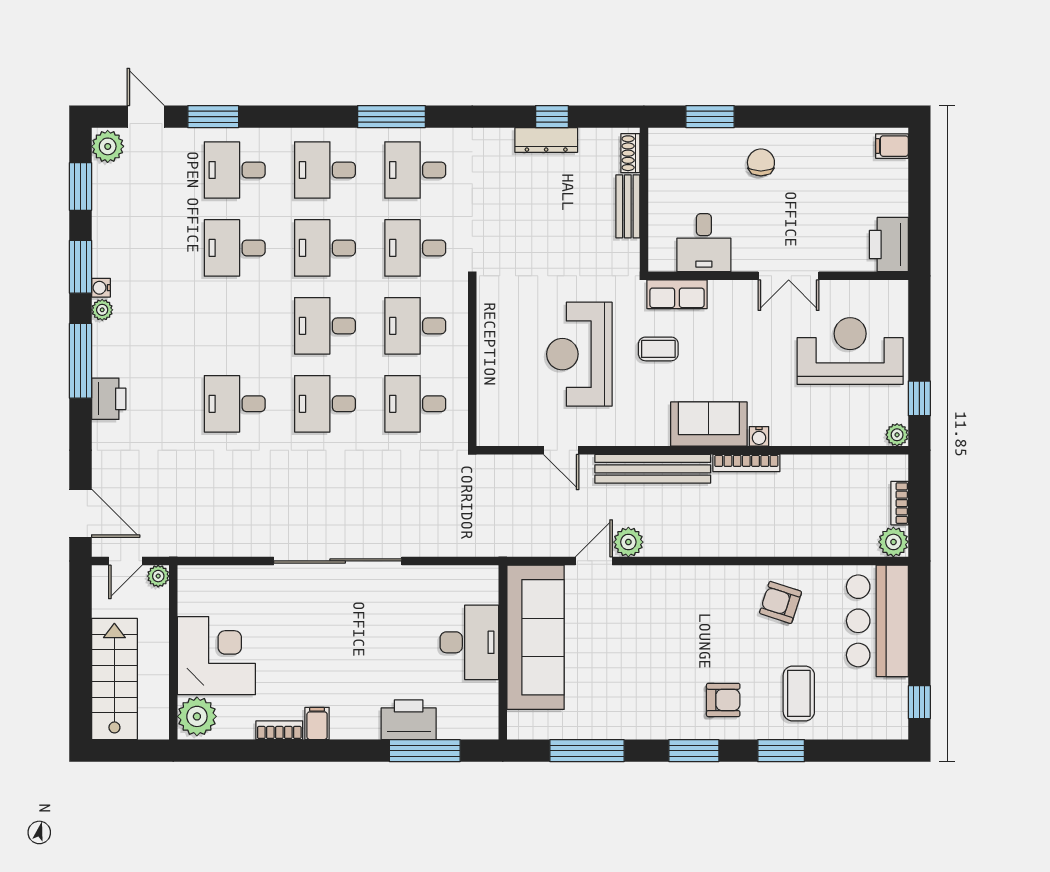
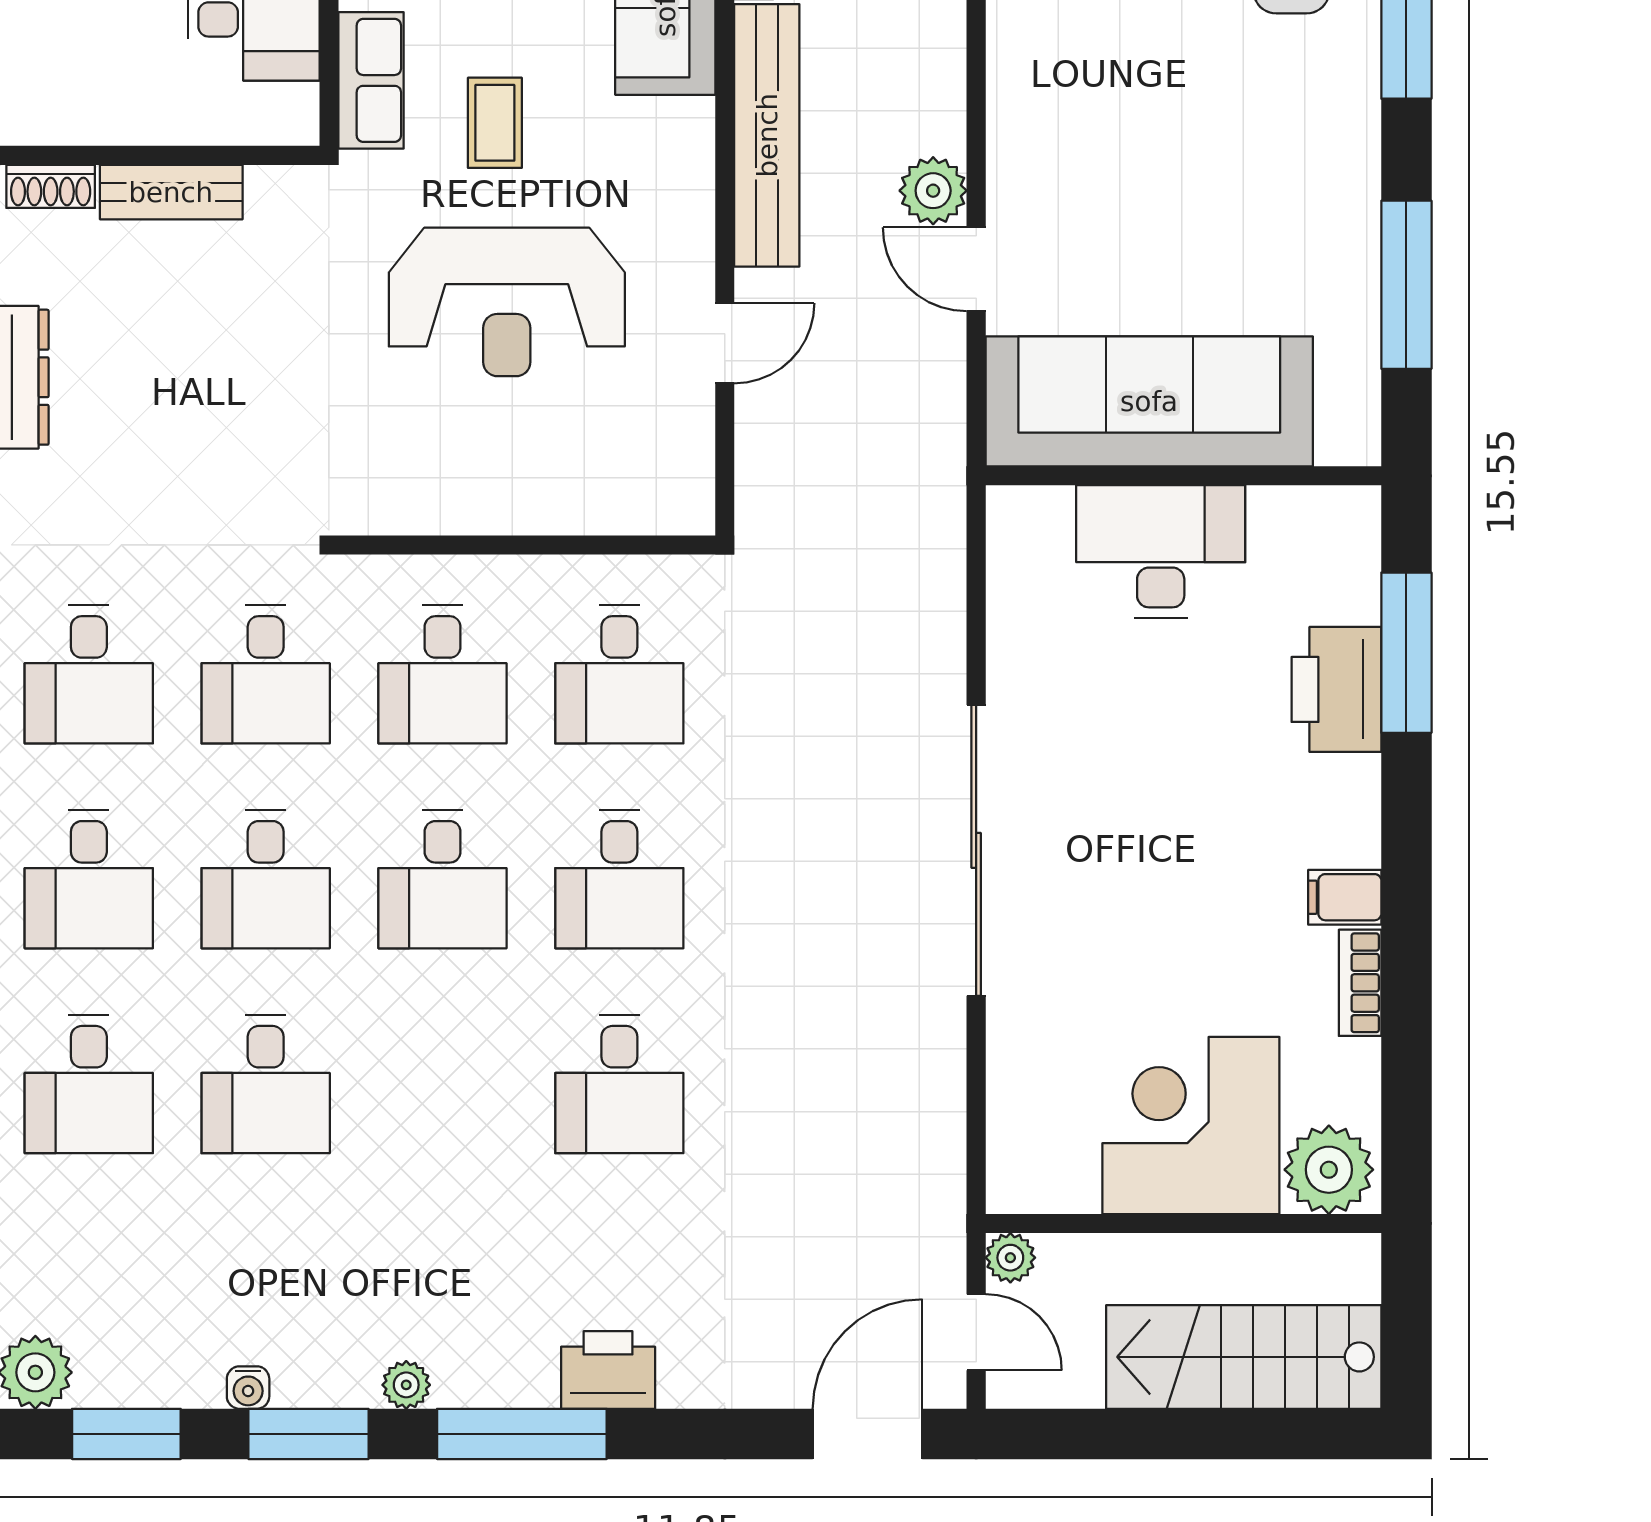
water cooler: (101, 288) -> (248, 1388), moved

